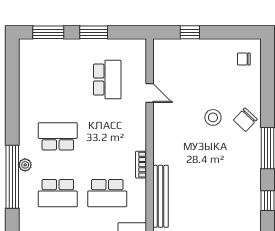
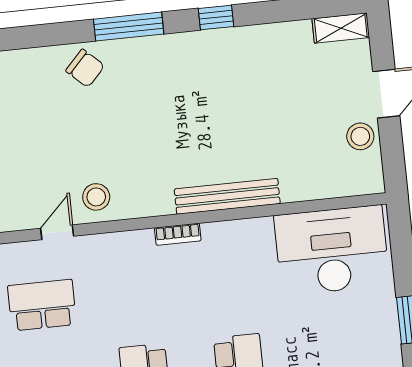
stool: (213, 117) -> (96, 197), moved
school desk: (107, 193) -> (231, 285), removed

